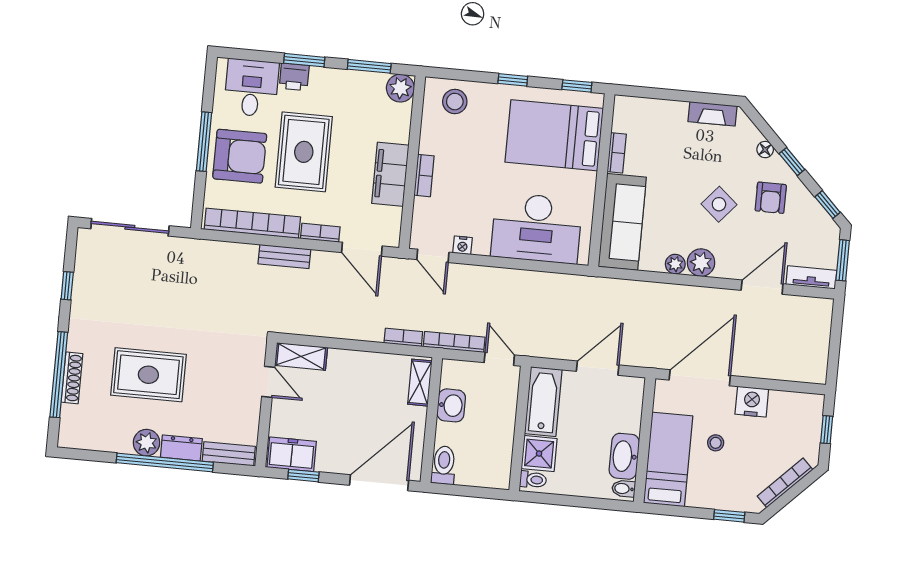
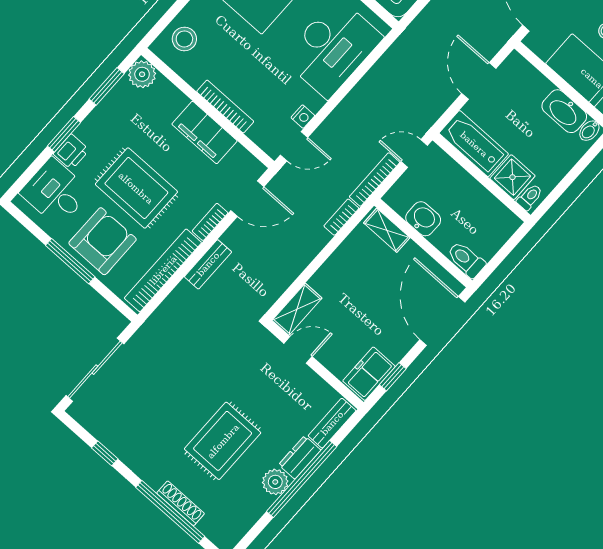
bookcase: (424, 176) -> (225, 106), width x1.56

